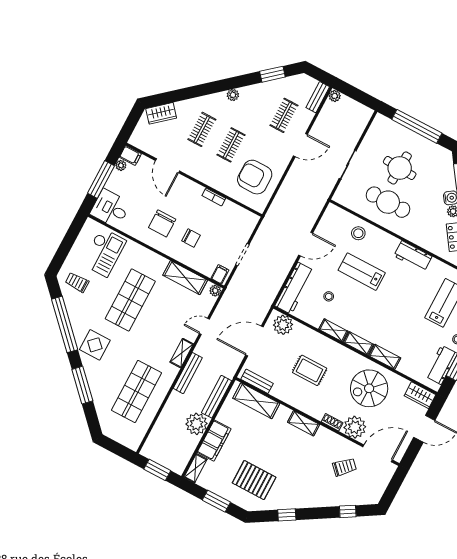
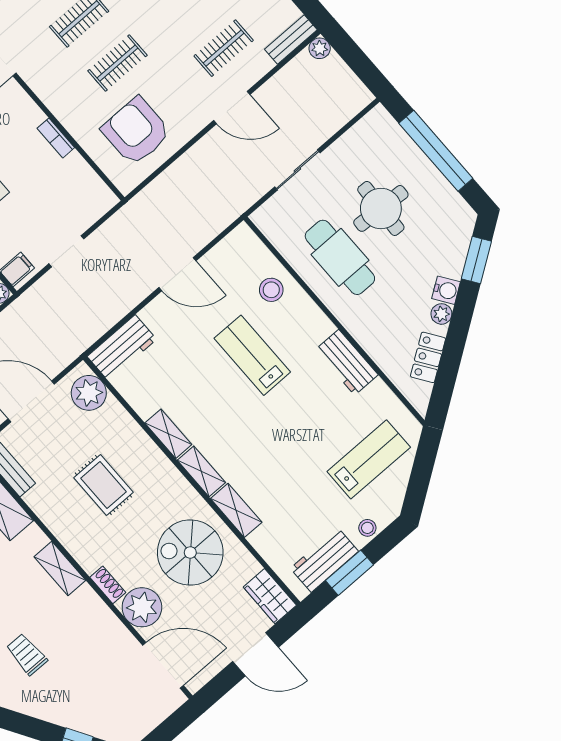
workbench: (294, 288) -> (122, 348), width x0.73
stool: (329, 296) -> (182, 375), removed
trolley: (344, 467) -> (27, 654), moved, turned -136

